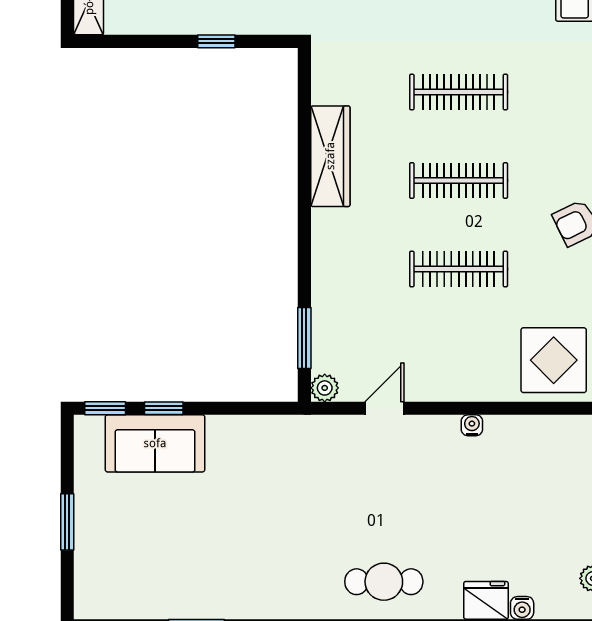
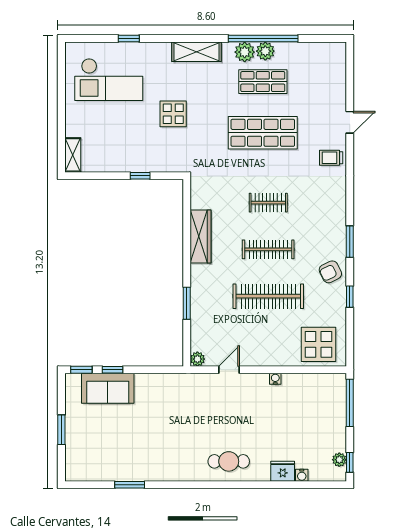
clothes rail: (459, 92) -> (268, 203), width x0.73
clothes rail: (459, 269) -> (268, 296), width x1.37, depth x1.31
window: (304, 338) -> (187, 303), moved

